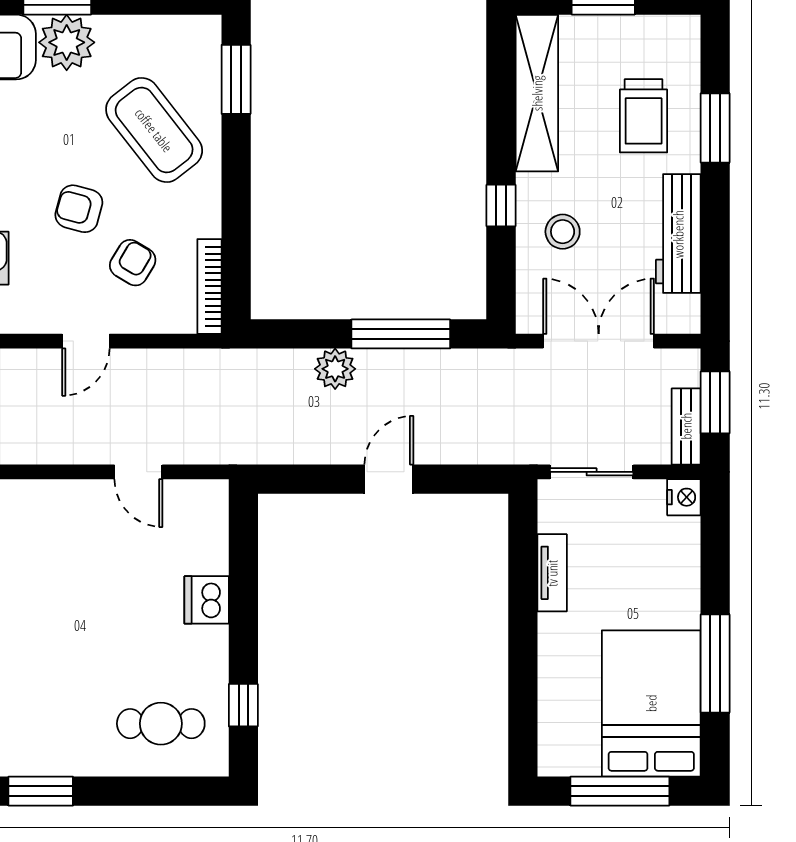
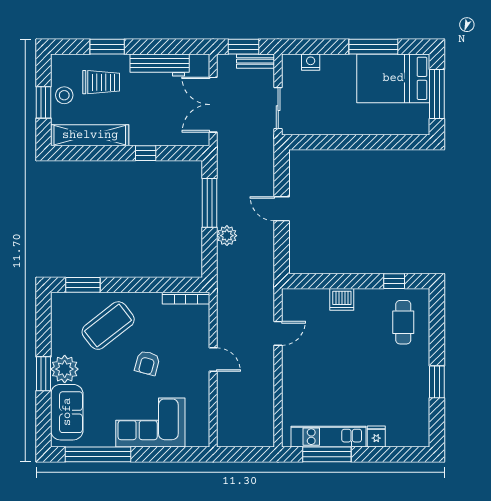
stool: (563, 232) -> (64, 95), moved
armchair: (133, 263) -> (174, 336), removed
nightstand: (684, 497) -> (311, 62), moved
tv unit: (552, 573) -> (328, 128), removed

